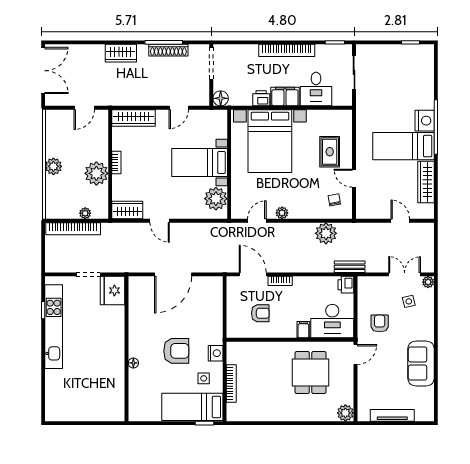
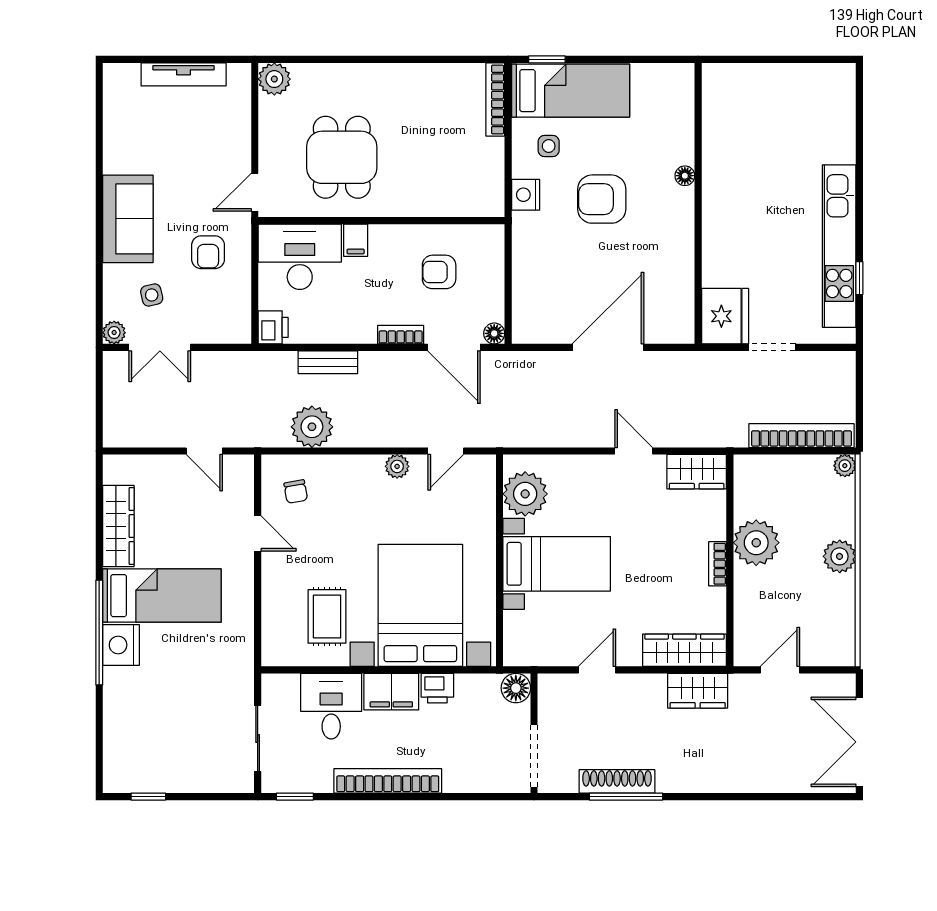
wardrobe: (121, 53) -> (698, 691), moved, turned 180
rug: (330, 152) -> (327, 616), moved
plant: (85, 213) -> (845, 466), moved
door: (400, 221) -> (204, 451), moved
bench: (350, 267) -> (328, 362), moved
floor lamp: (232, 282) -> (494, 333), added
sofa: (421, 363) -> (128, 219), moved
bookcase: (231, 383) -> (495, 99), moved

